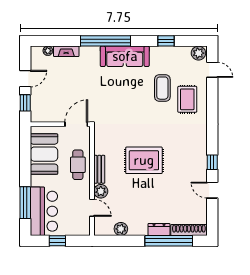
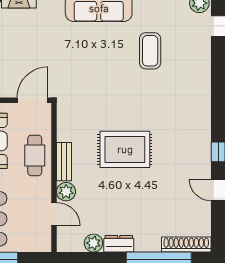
rug: (187, 99) -> (184, 66), removed
dresser: (159, 229) -> (119, 244), moved

